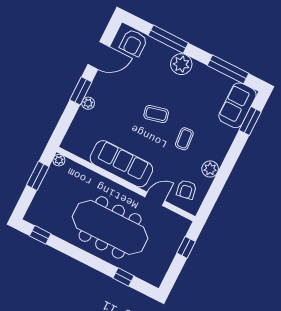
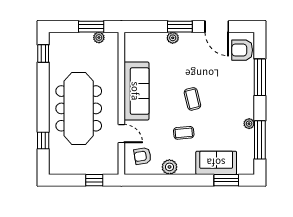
plant: (181, 64) -> (249, 124), moved, width x0.53, depth x0.53
sofa: (237, 105) -> (216, 163), moved
plant: (59, 160) -> (99, 38), moved

